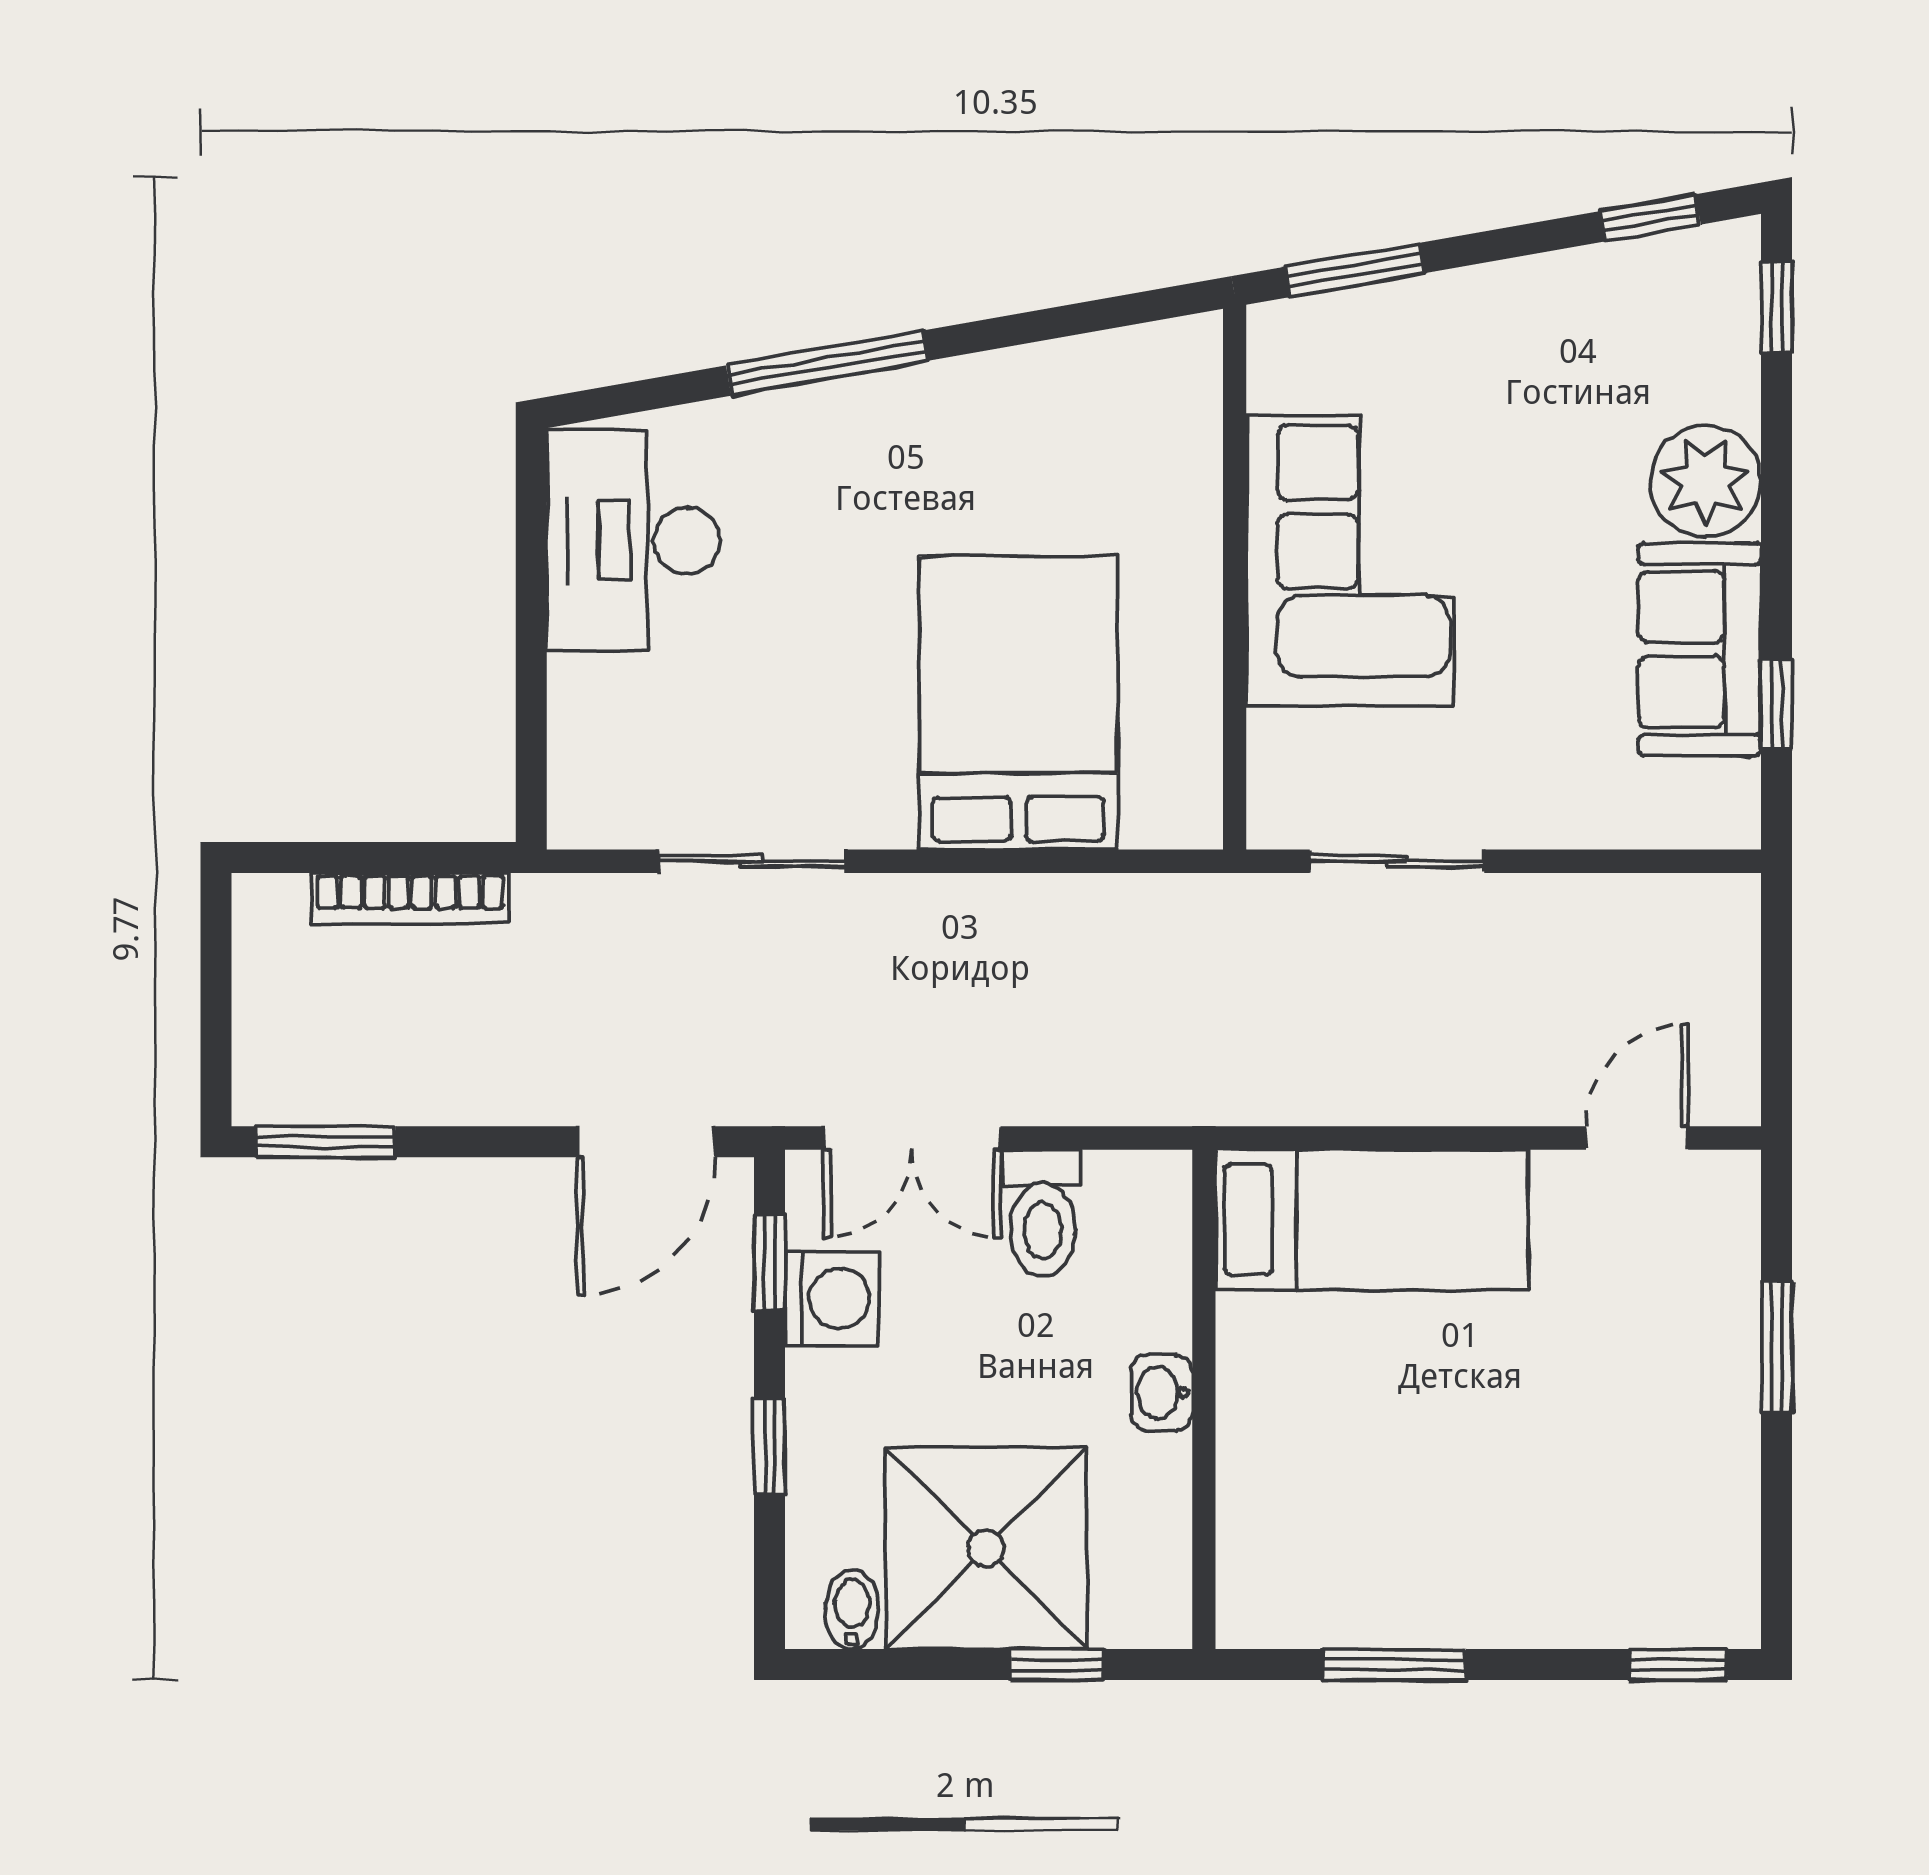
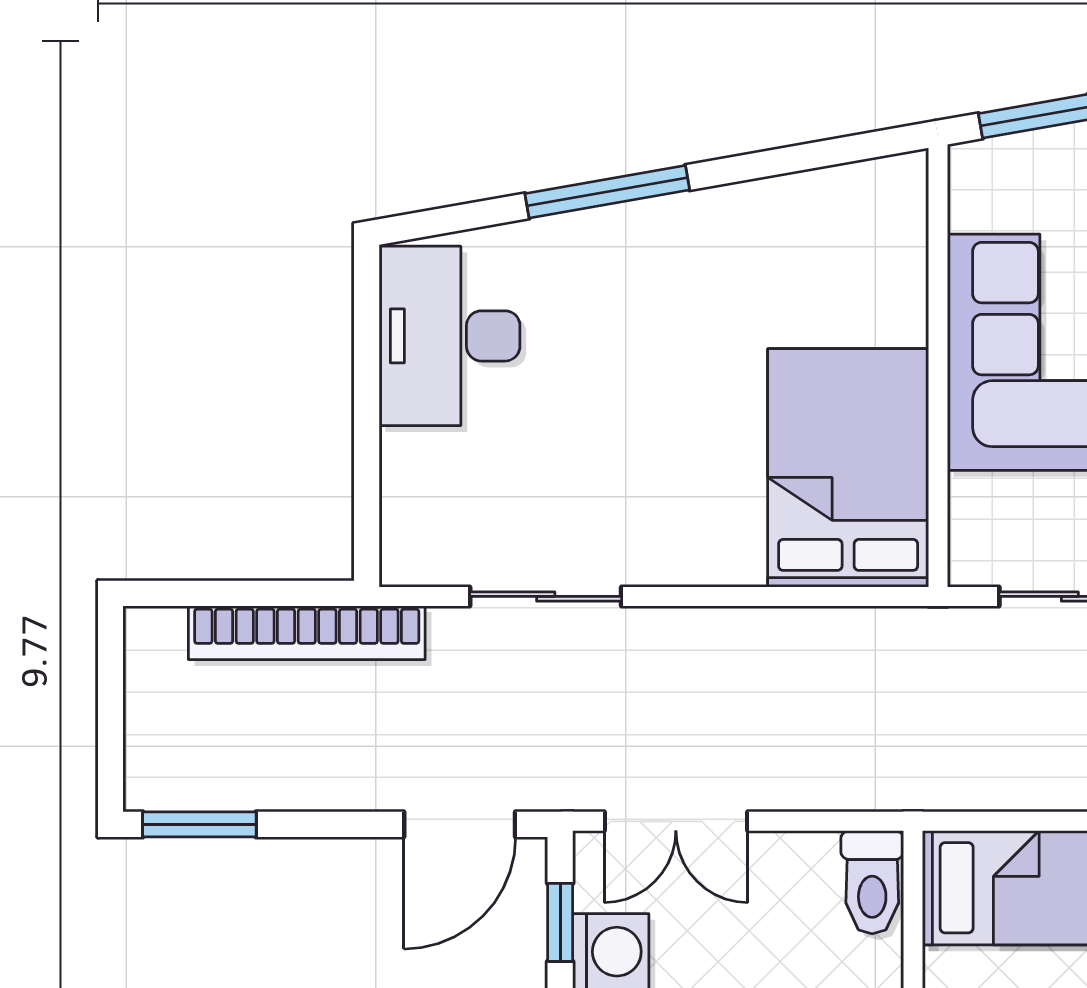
bed: (1019, 703) -> (848, 468), moved
bookcase: (410, 898) -> (307, 633), width x1.48, depth x1.31
toilet: (1043, 1213) -> (872, 882), moved

